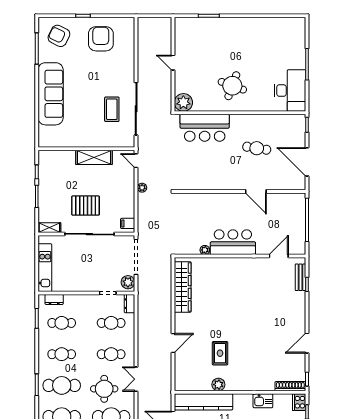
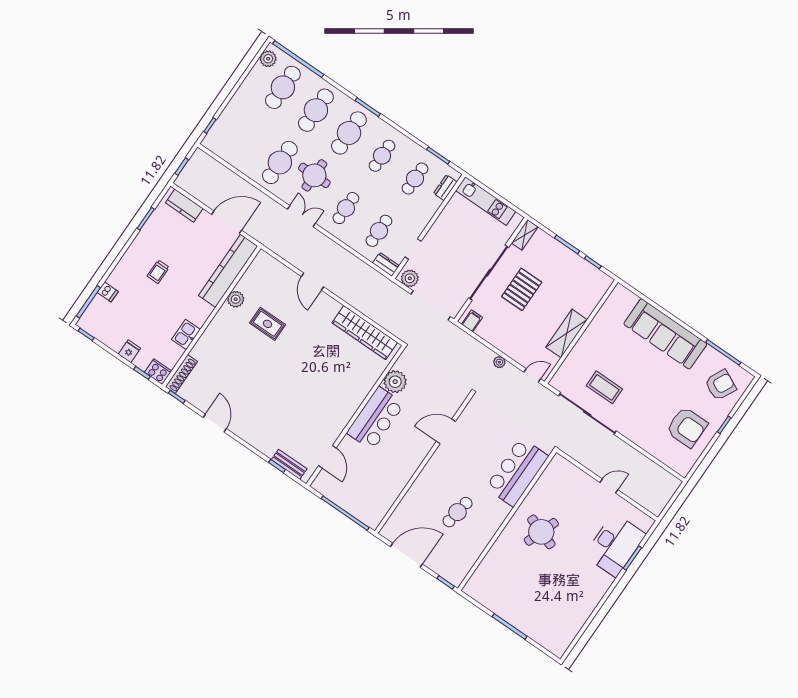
desk: (290, 91) -> (615, 545), moved, turned -90
plant: (183, 102) -> (559, 468), removed
door: (256, 191) -> (446, 431), moved
plant: (205, 250) -> (395, 382), width x1.88, depth x1.88

